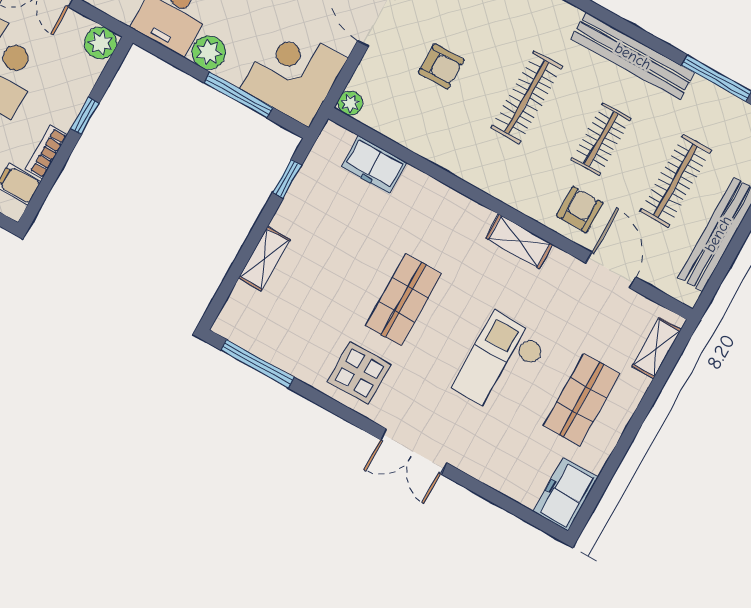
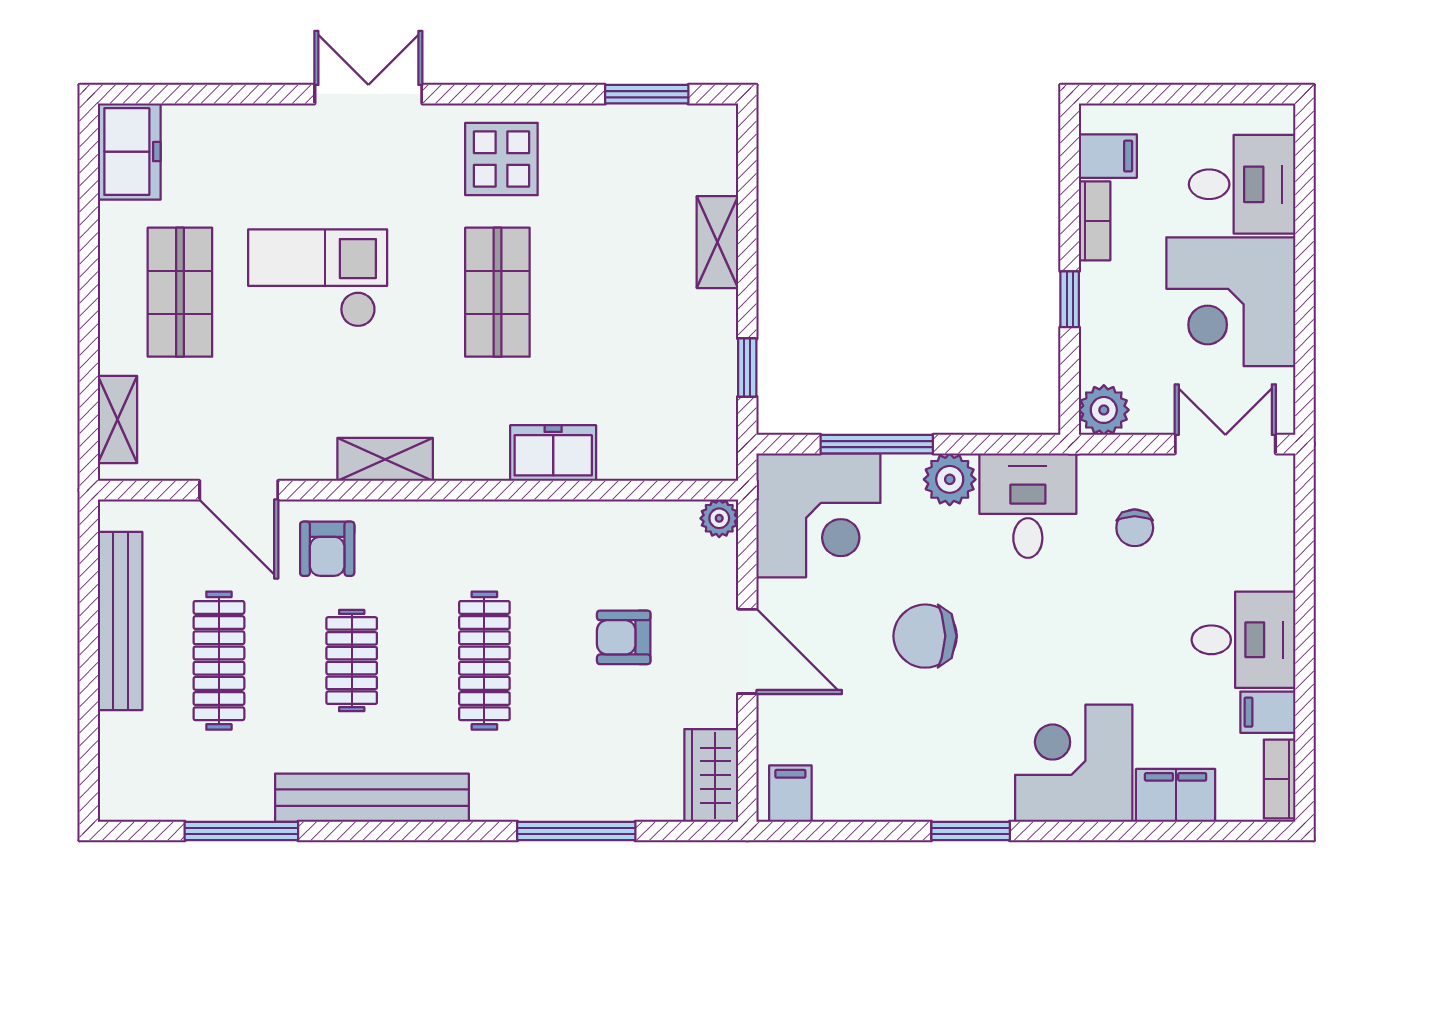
freezer: (374, 165) -> (553, 453), moved
window: (257, 364) -> (647, 94), width x0.69
checkout: (500, 364) -> (318, 278), turned -90

